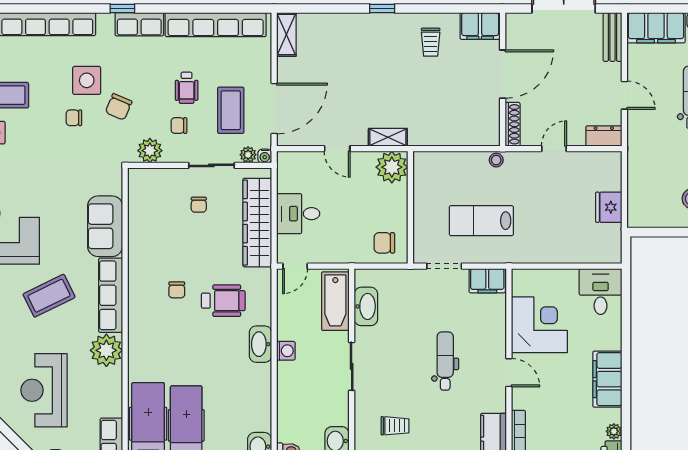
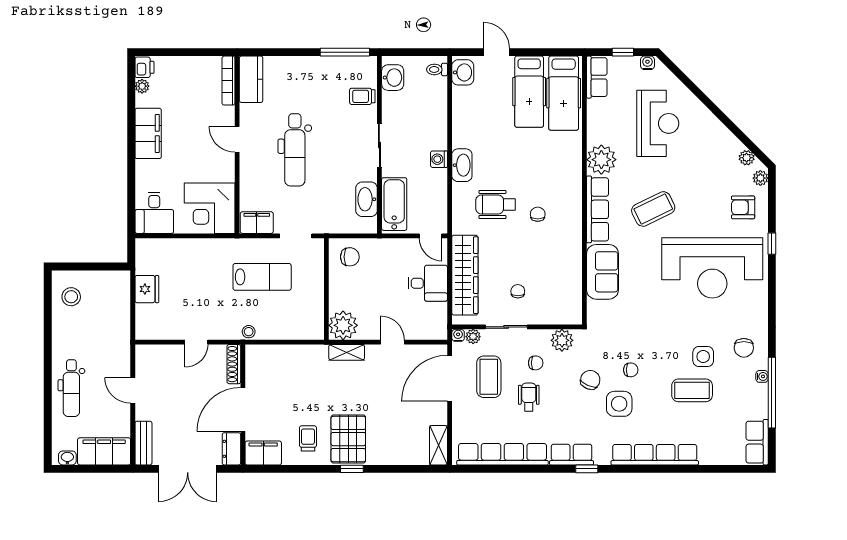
pallet: (386, 41) -> (348, 439), added
dresser: (604, 136) -> (231, 449), moved, turned 90
door: (295, 266) -> (431, 236), swing flipped
corner desk: (539, 325) -> (210, 208), moved
dental chair: (445, 361) -> (295, 150), width x1.36, depth x1.38
trolley: (395, 426) -> (362, 96), moved

